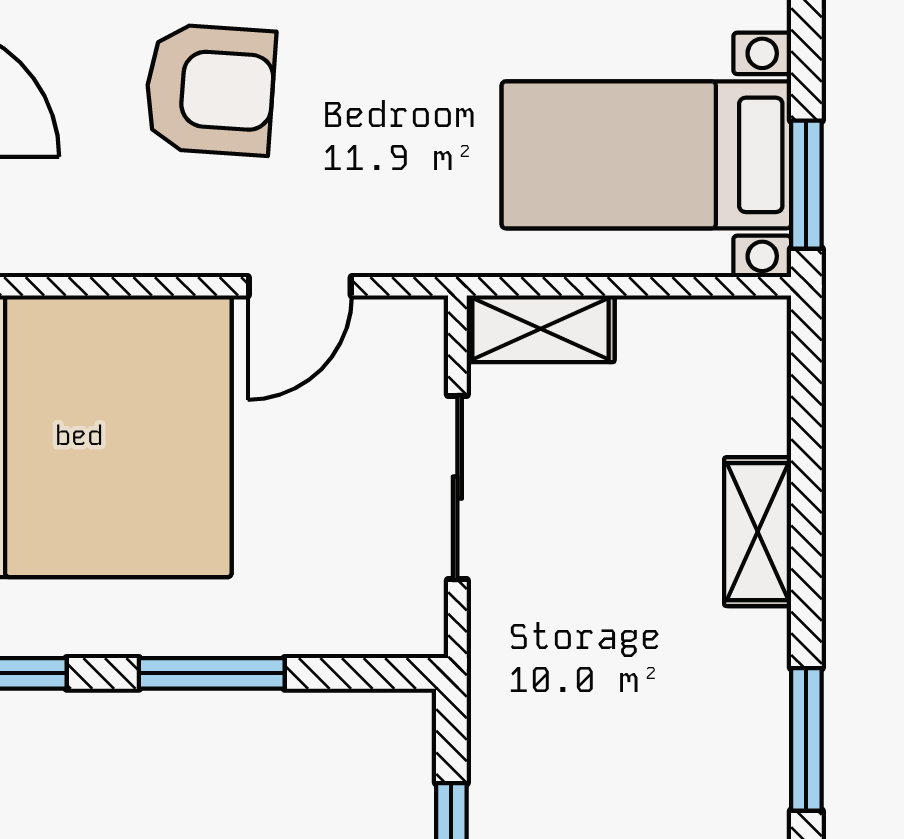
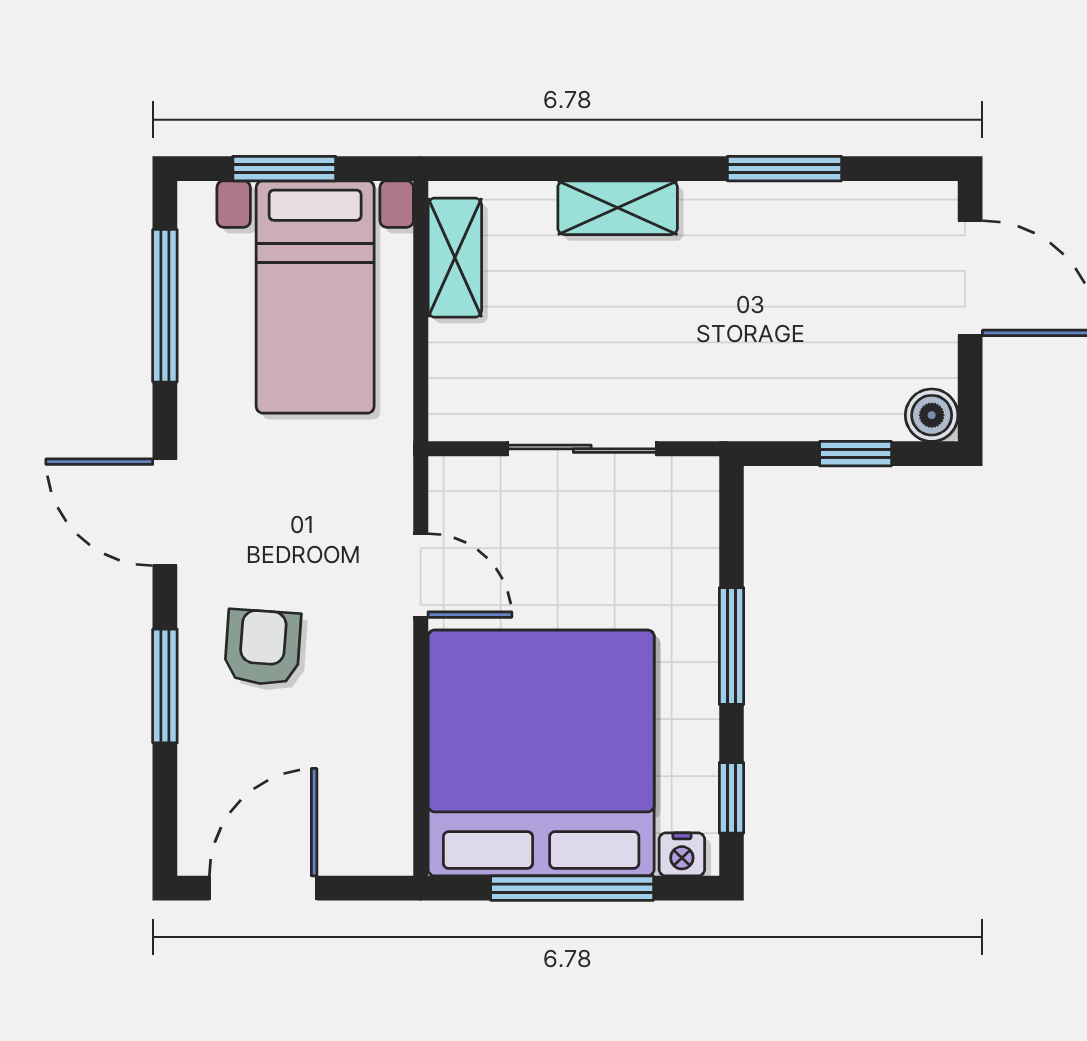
armchair: (210, 90) -> (263, 647), width x0.72, depth x0.72
window: (806, 185) -> (284, 169), moved
shelving: (541, 329) -> (455, 258), moved

